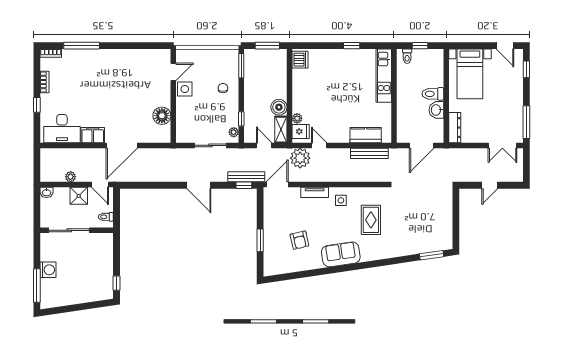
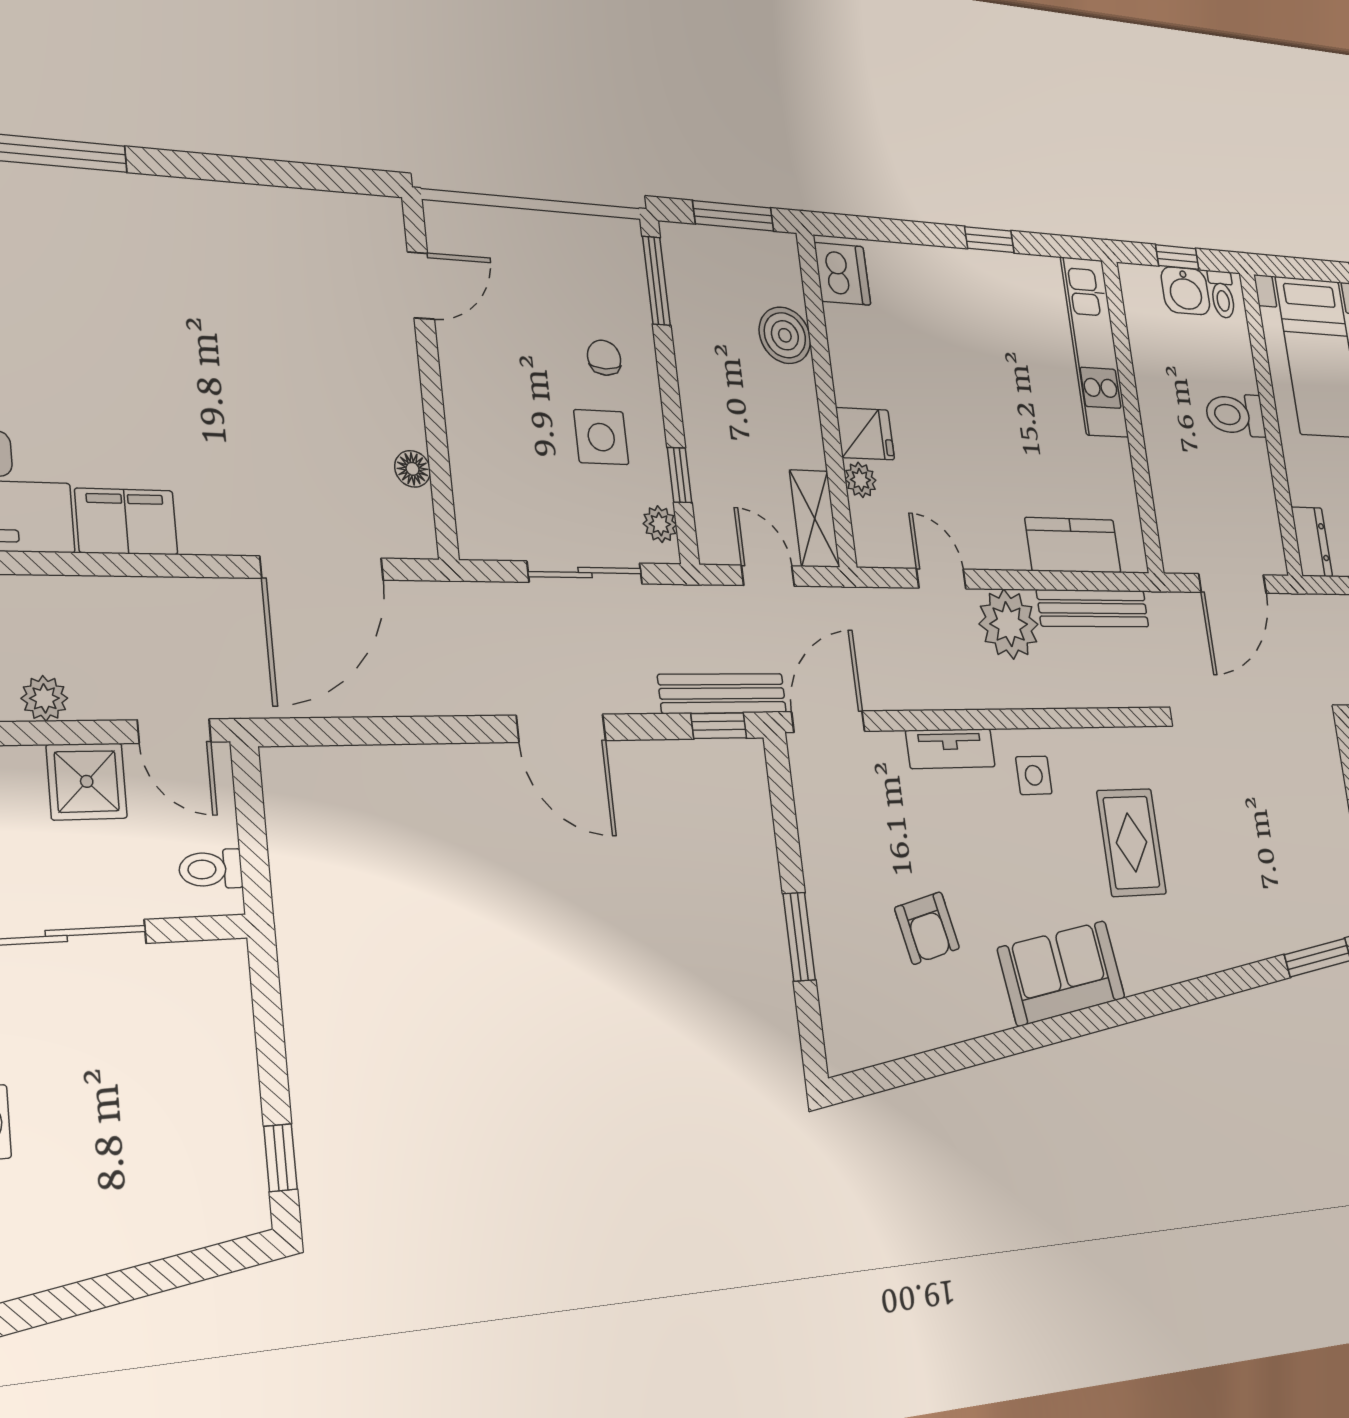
toilet: (407, 56) -> (1222, 294), moved
side table: (185, 89) -> (601, 437), moved
boiler: (279, 107) -> (785, 335), moved
washbasin: (436, 110) -> (1185, 291), moved, turned -90
floor lamp: (162, 116) -> (413, 469), width x0.53, depth x0.53
dresser: (455, 128) -> (1312, 542), width x0.70
fridge: (301, 131) -> (865, 434), moved
door: (122, 145) -> (322, 568), moved
plant: (300, 158) -> (1009, 624), moved

